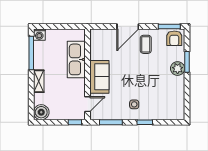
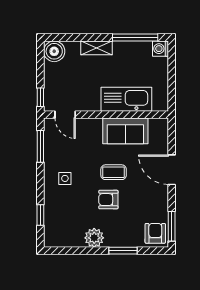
armchair: (174, 38) -> (155, 233), turned 90
coffee table: (146, 44) -> (114, 172), moved
plant: (178, 69) -> (94, 238), moved
armchair: (150, 73) -> (108, 200), added
sofa: (99, 77) -> (125, 131), moved
window: (145, 122) -> (40, 215), moved

